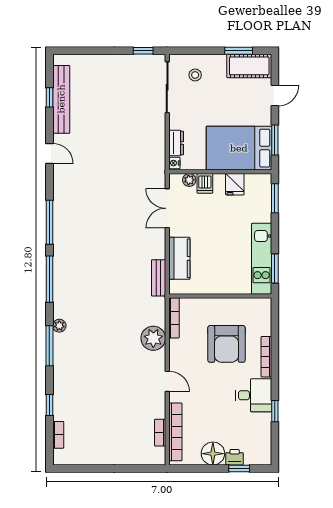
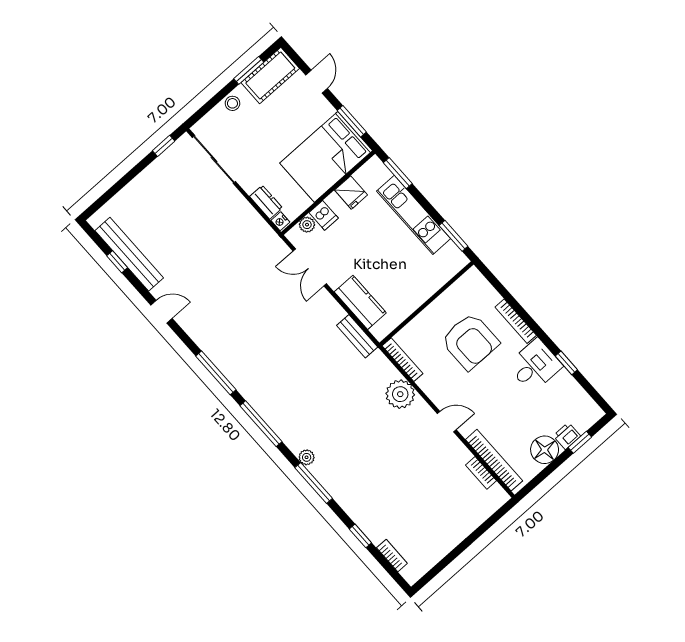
stool: (195, 75) -> (232, 103), moved
kitchen unit: (262, 259) -> (414, 215), moved

